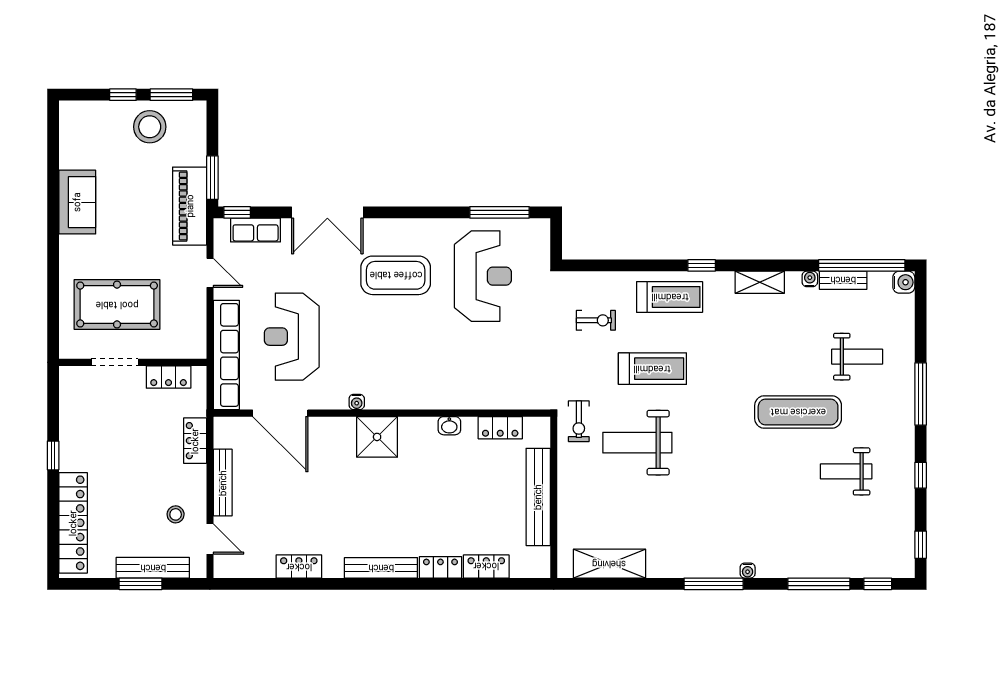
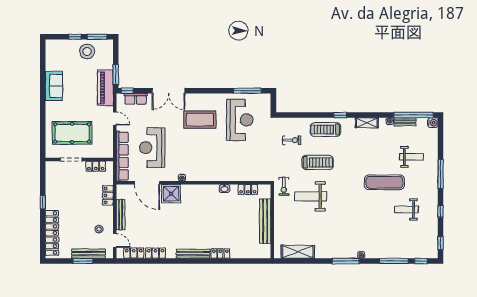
treadmill: (670, 297) -> (325, 130), turned 180
shower: (377, 437) -> (171, 194), moved
locker: (486, 566) -> (134, 253), moved

